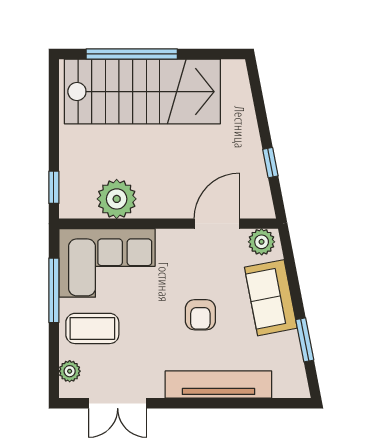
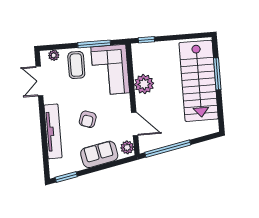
window: (132, 54) -> (217, 74), width x0.68
window: (270, 163) -> (168, 149), width x3.17
plant: (117, 199) -> (144, 84), moved
armchair: (200, 315) -> (88, 119), turned -71
window: (305, 340) -> (66, 177), moved

